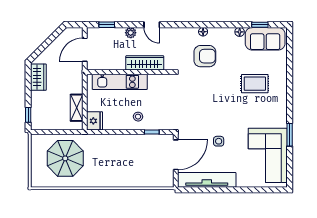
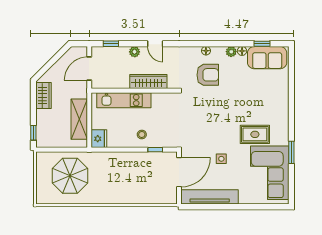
plant: (229, 33) -> (231, 52), added
rug: (255, 84) -> (255, 134), moved
shelving: (77, 108) -> (79, 119), width x1.50, depth x1.33

